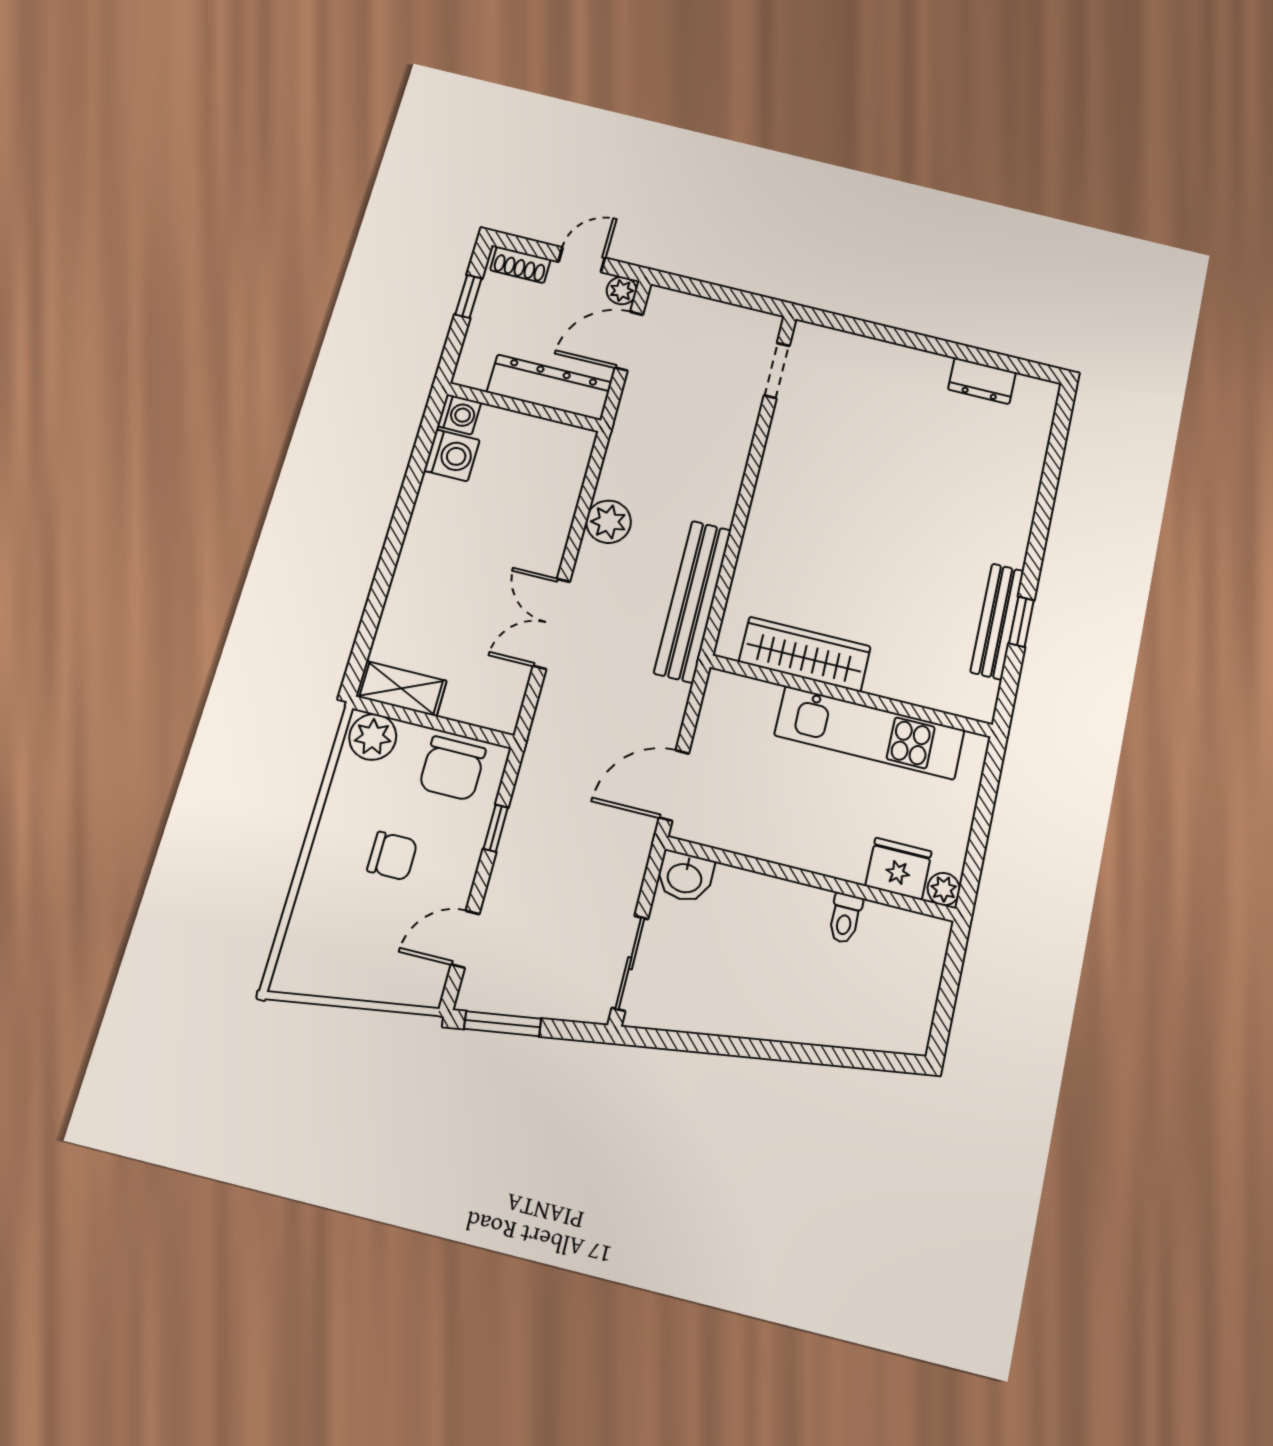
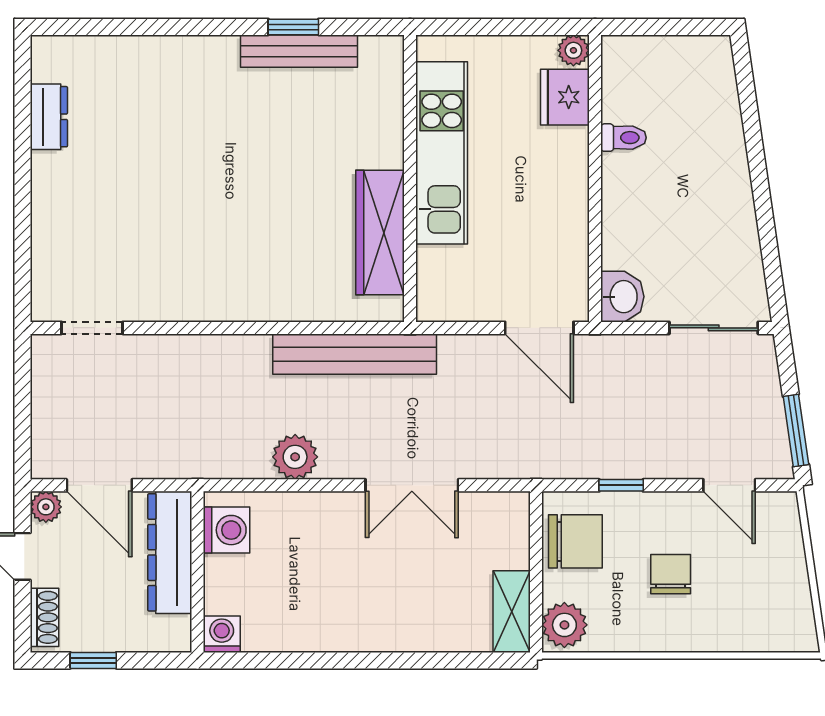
washing machine: (452, 455) -> (227, 530), moved, turned 90

